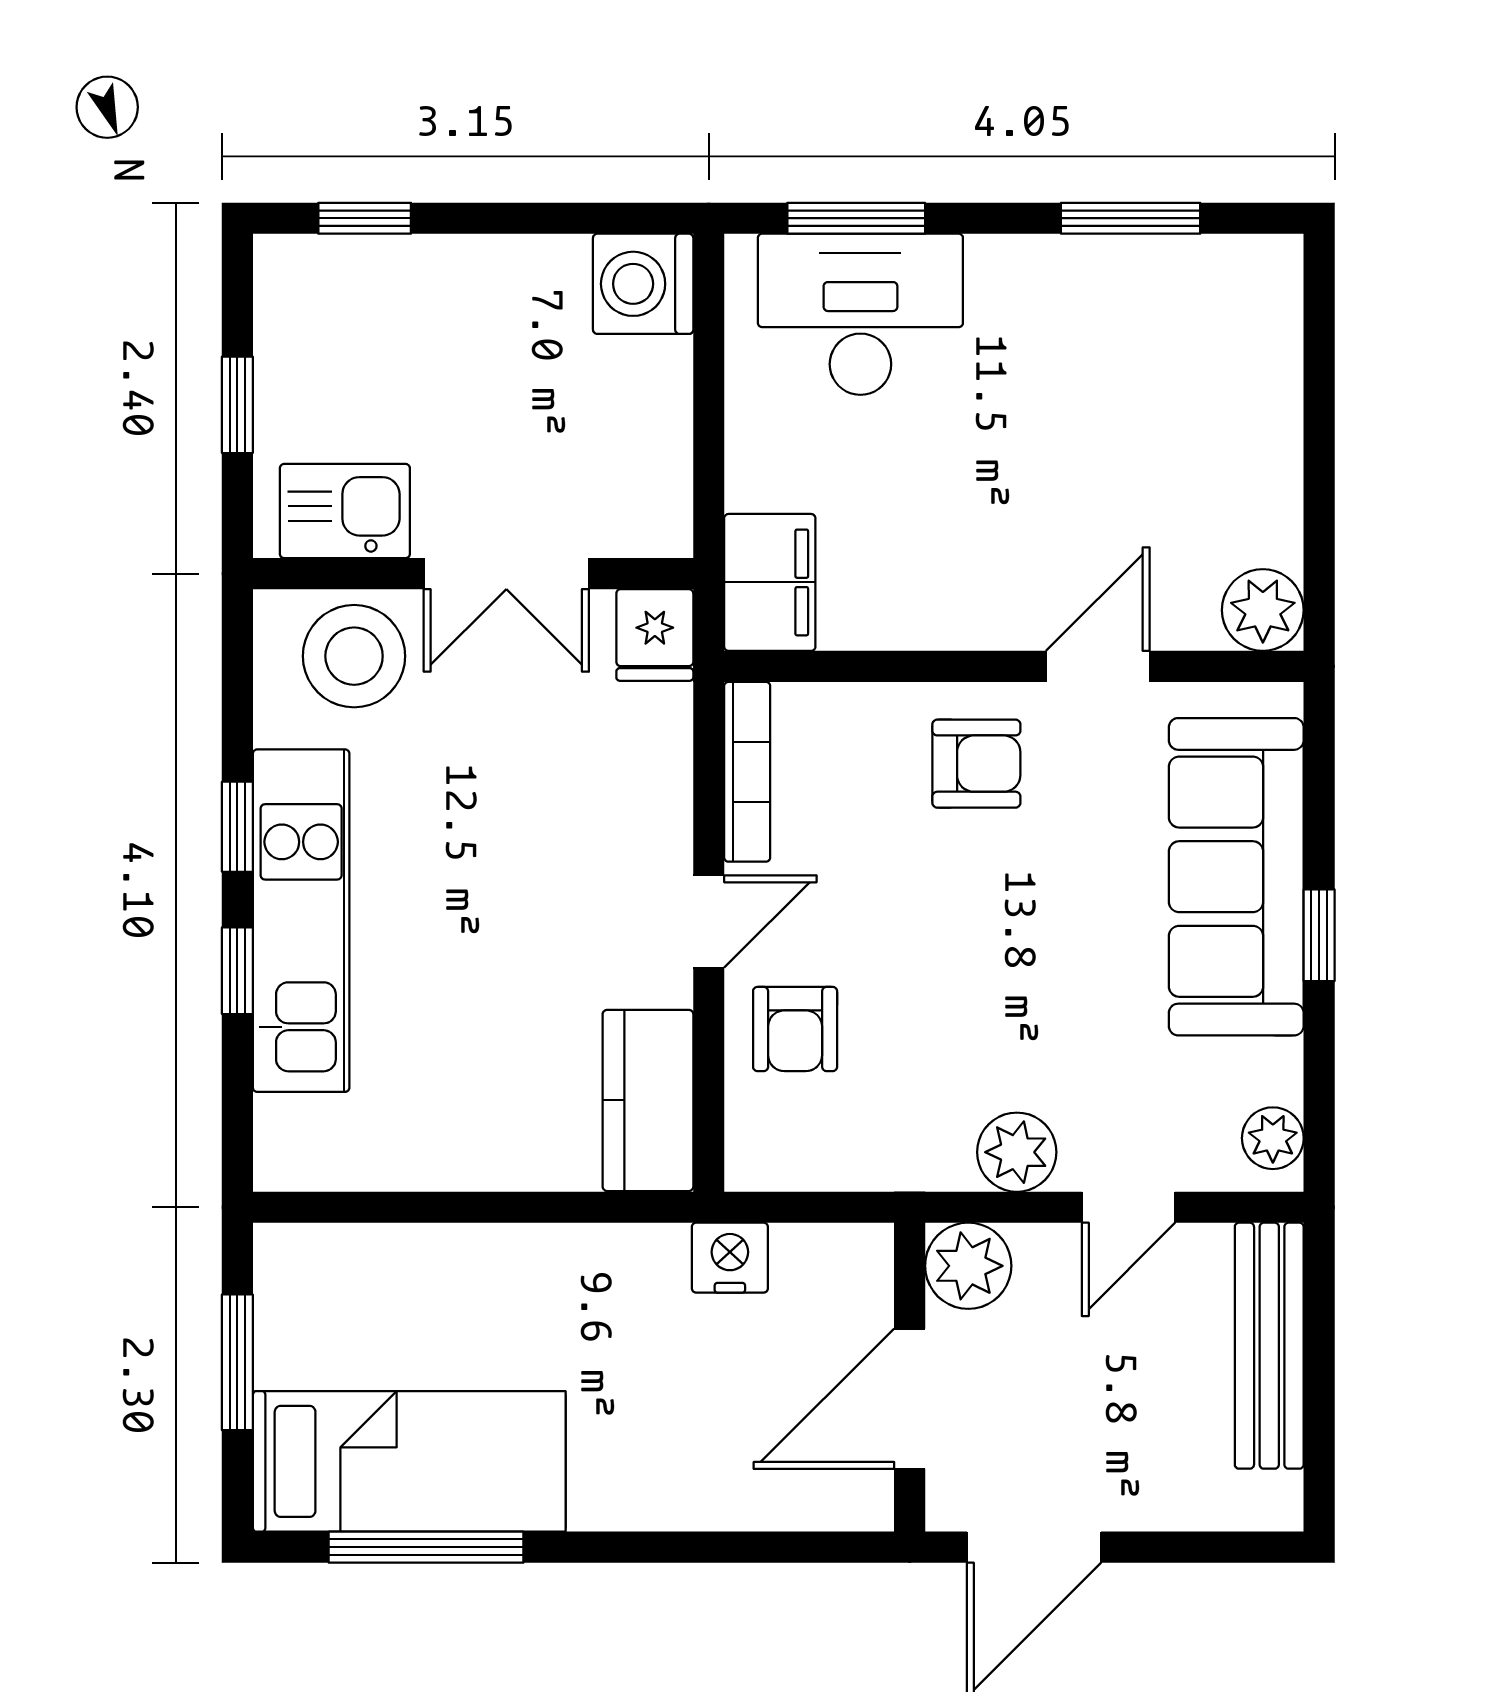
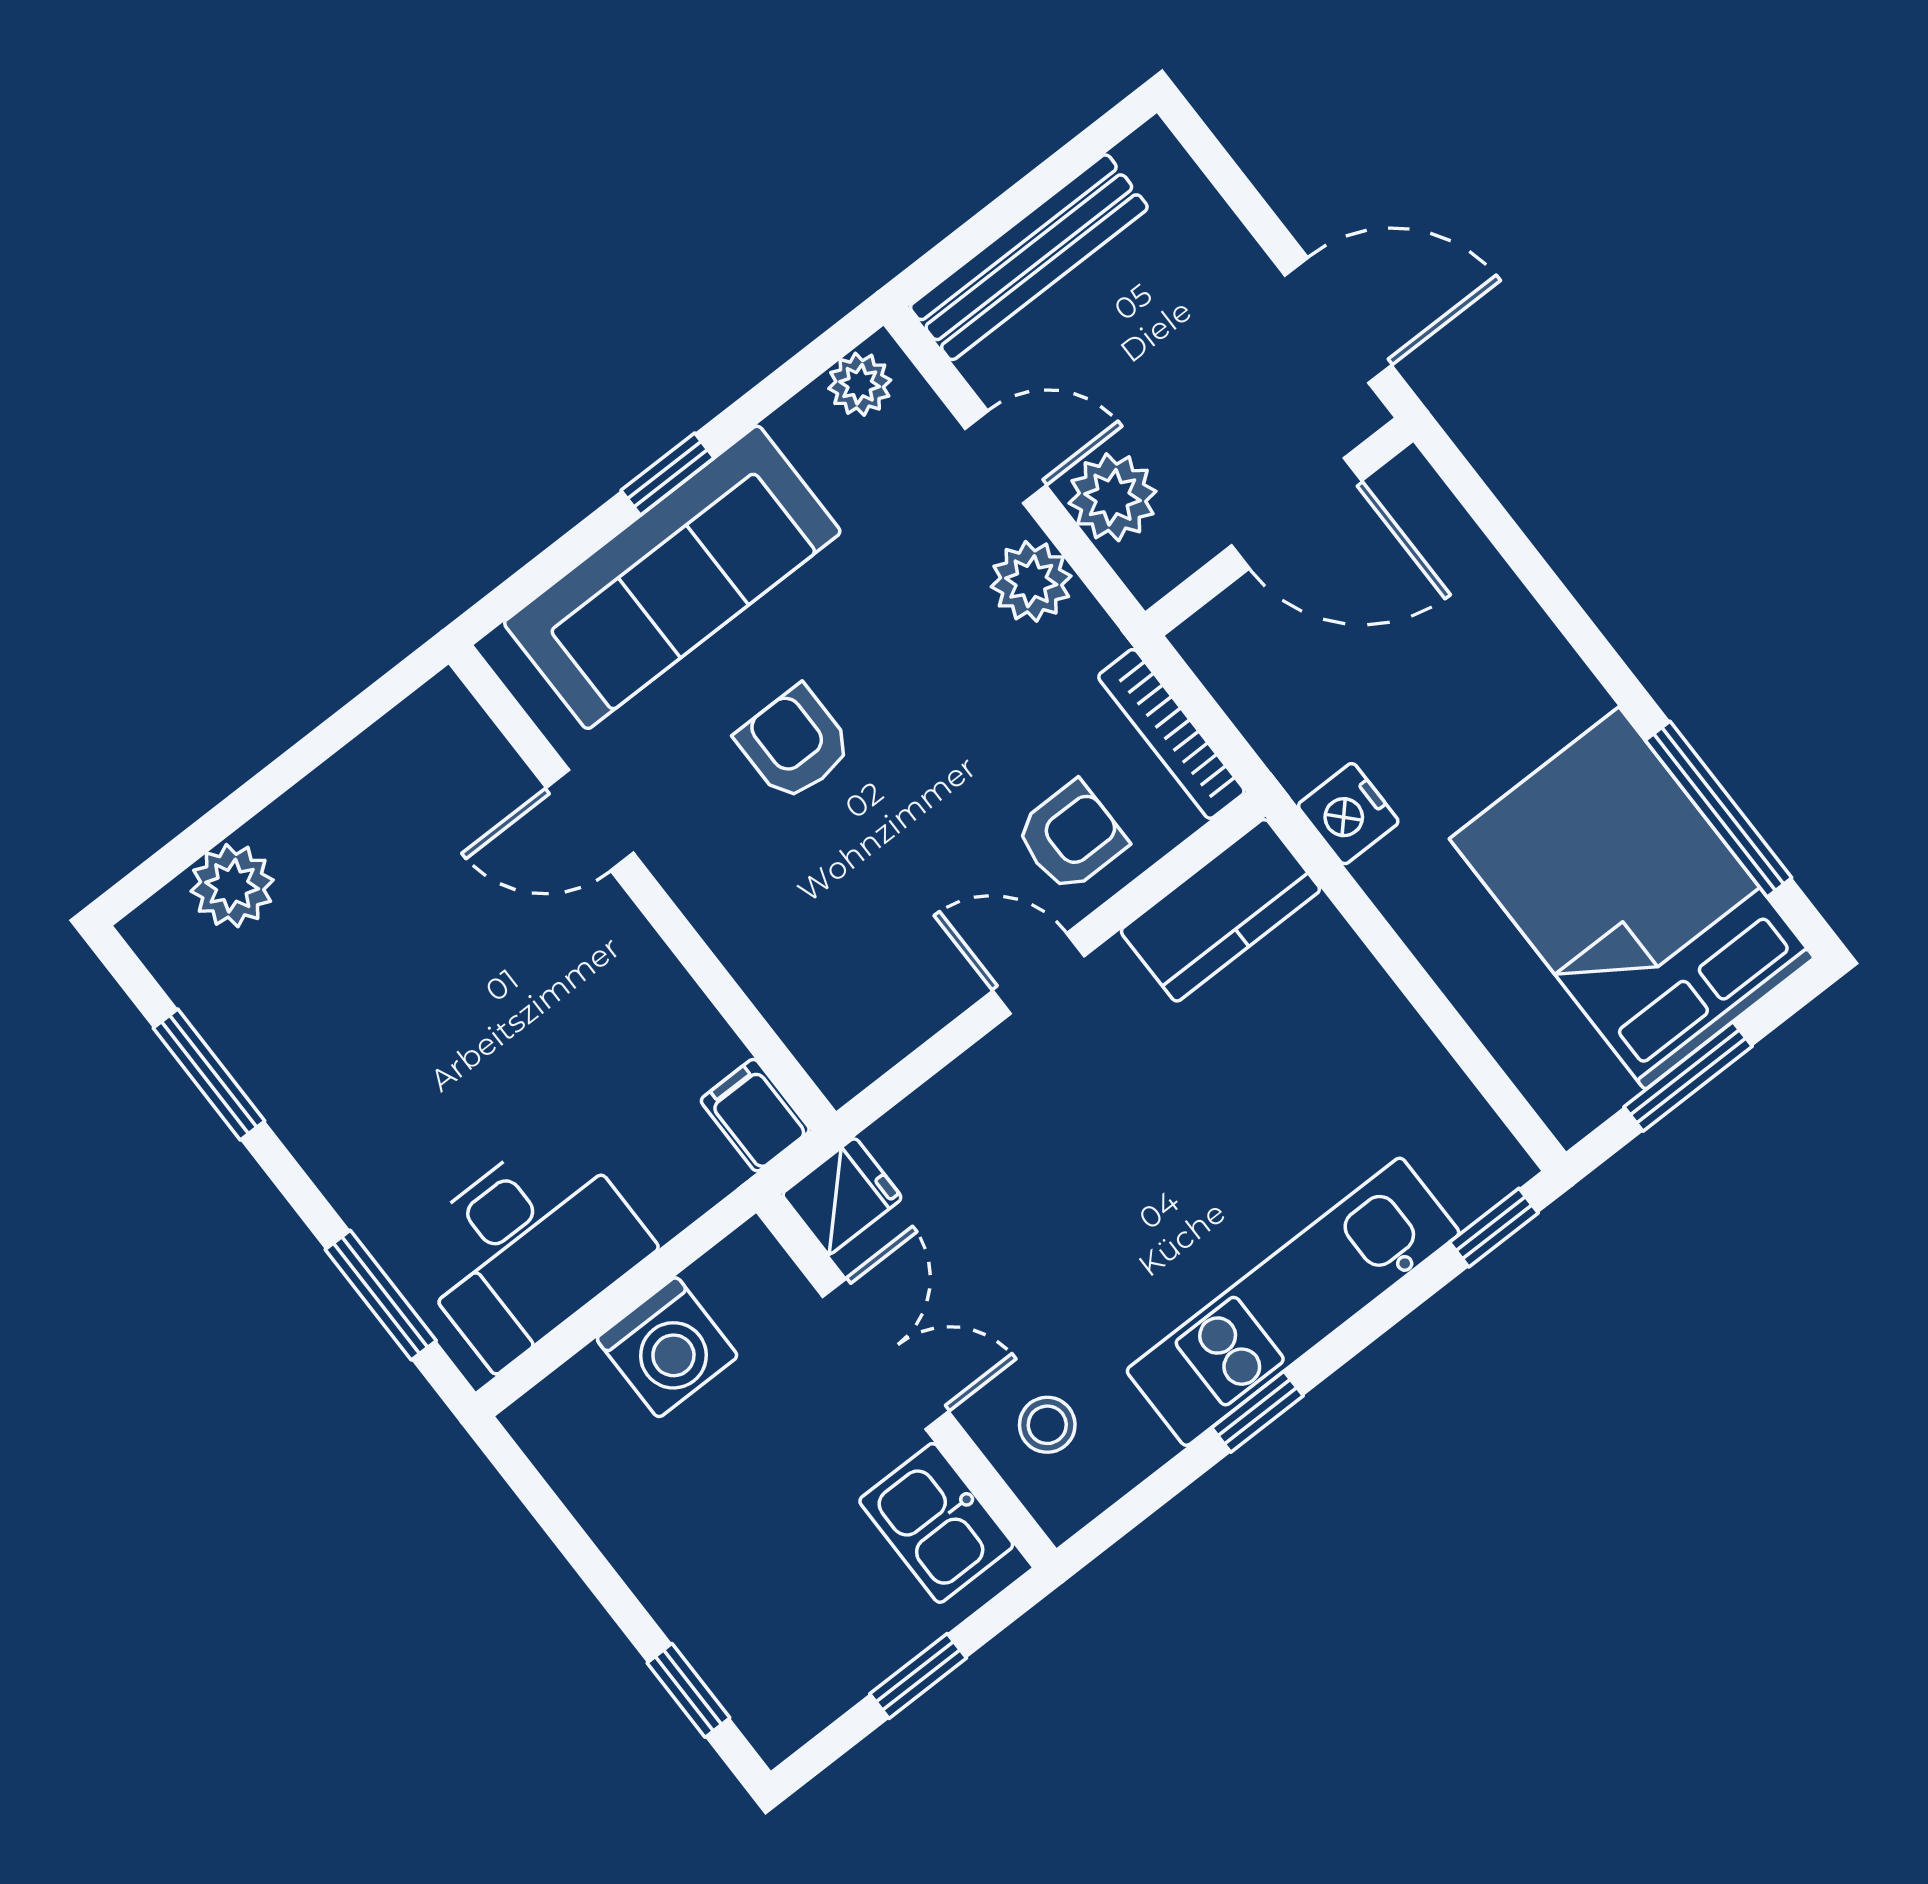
washing machine: (643, 284) -> (667, 1347), moved
desk: (860, 314) -> (527, 1247), moved, turned -90
filing cabinet: (770, 582) -> (755, 1115), width x0.50
plant: (1263, 610) -> (232, 886), moved
stool: (354, 656) -> (1047, 1425), width x0.53, depth x0.53
armchair: (976, 764) -> (794, 744), moved
bookcase: (747, 772) -> (1171, 734), moved, turned -90
window: (237, 971) -> (1494, 1228), moved
nightstand: (730, 1258) -> (1348, 814), moved
plant: (968, 1266) -> (1112, 497), moved
bed: (409, 1461) -> (1632, 898), width x1.50

